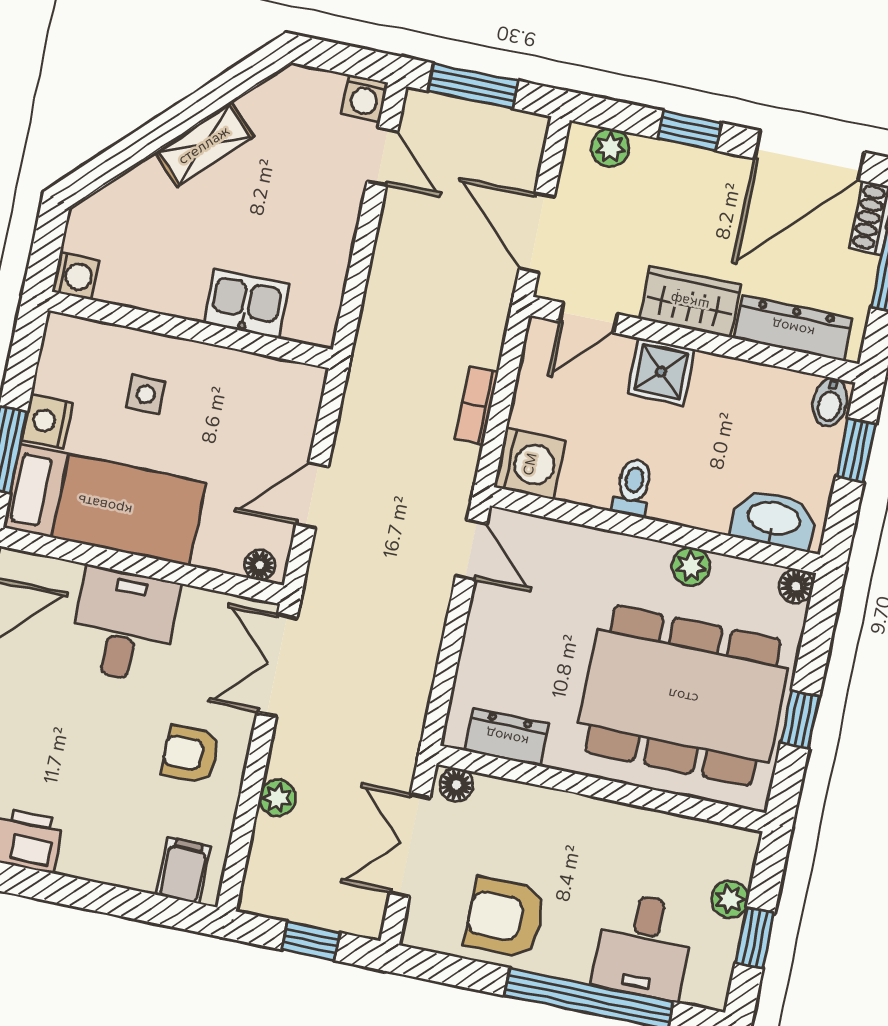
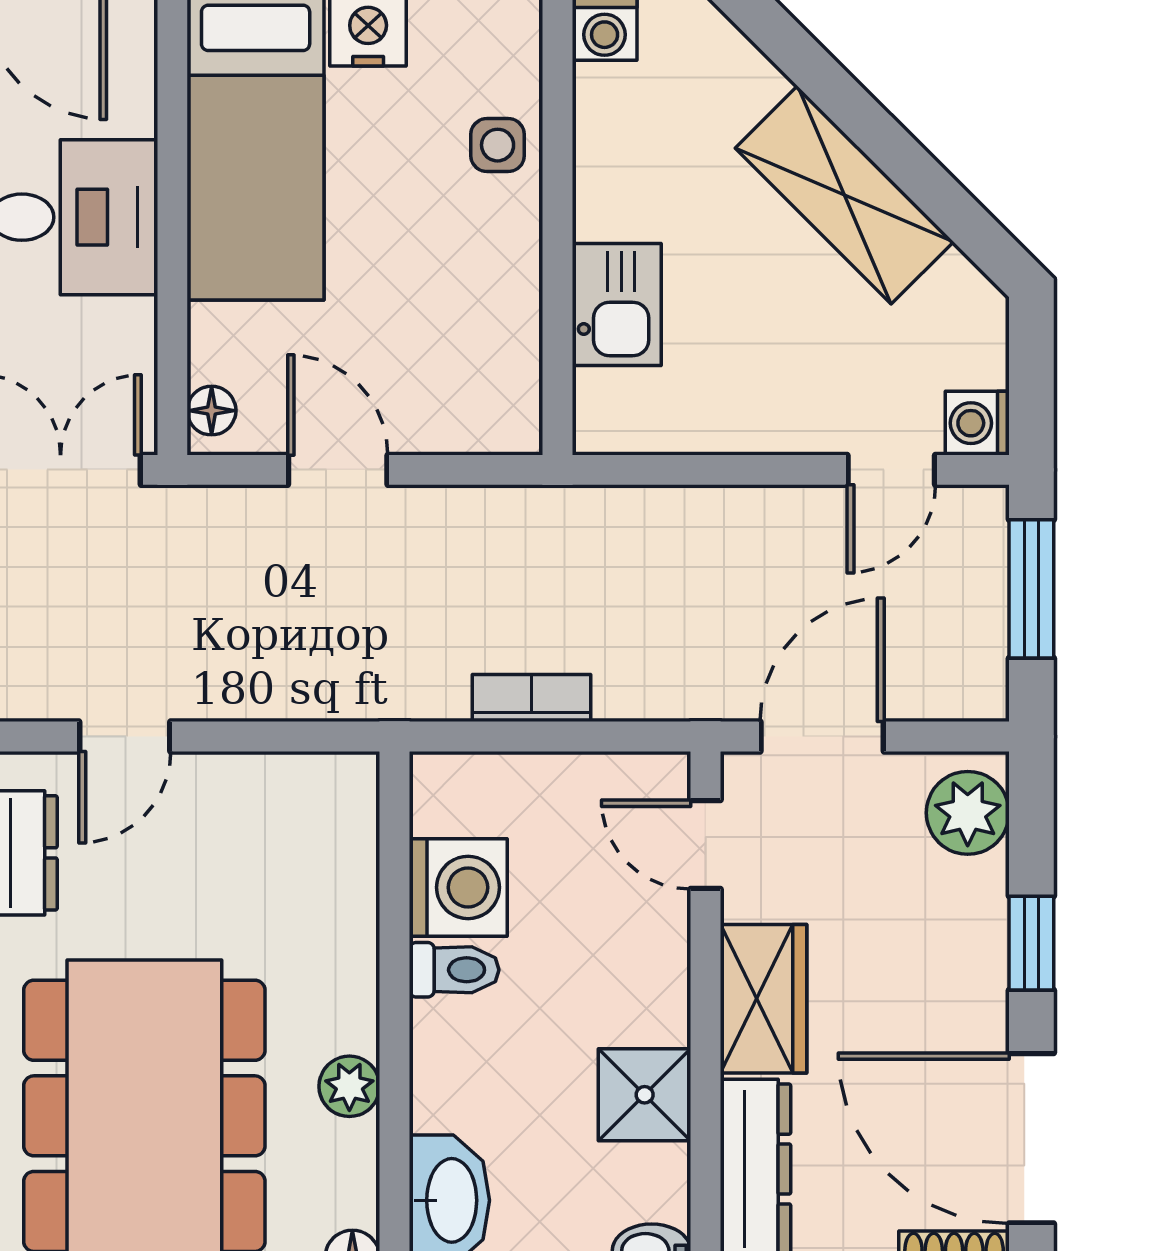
shelving: (204, 145) -> (844, 195), width x1.50, depth x1.33
plant: (610, 148) -> (968, 813), width x1.38, depth x1.38
shower: (661, 372) -> (645, 1095), moved
side table: (146, 394) -> (498, 145), moved
washing machine: (530, 464) -> (458, 887), moved, turned -90
door: (471, 550) -> (125, 737), moved

